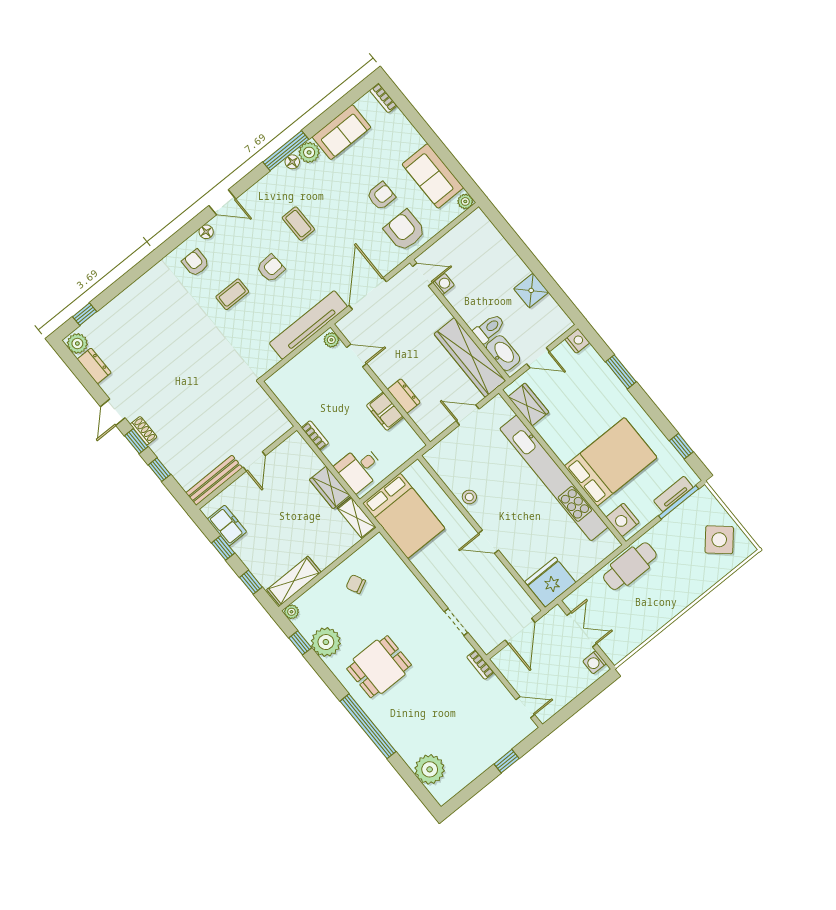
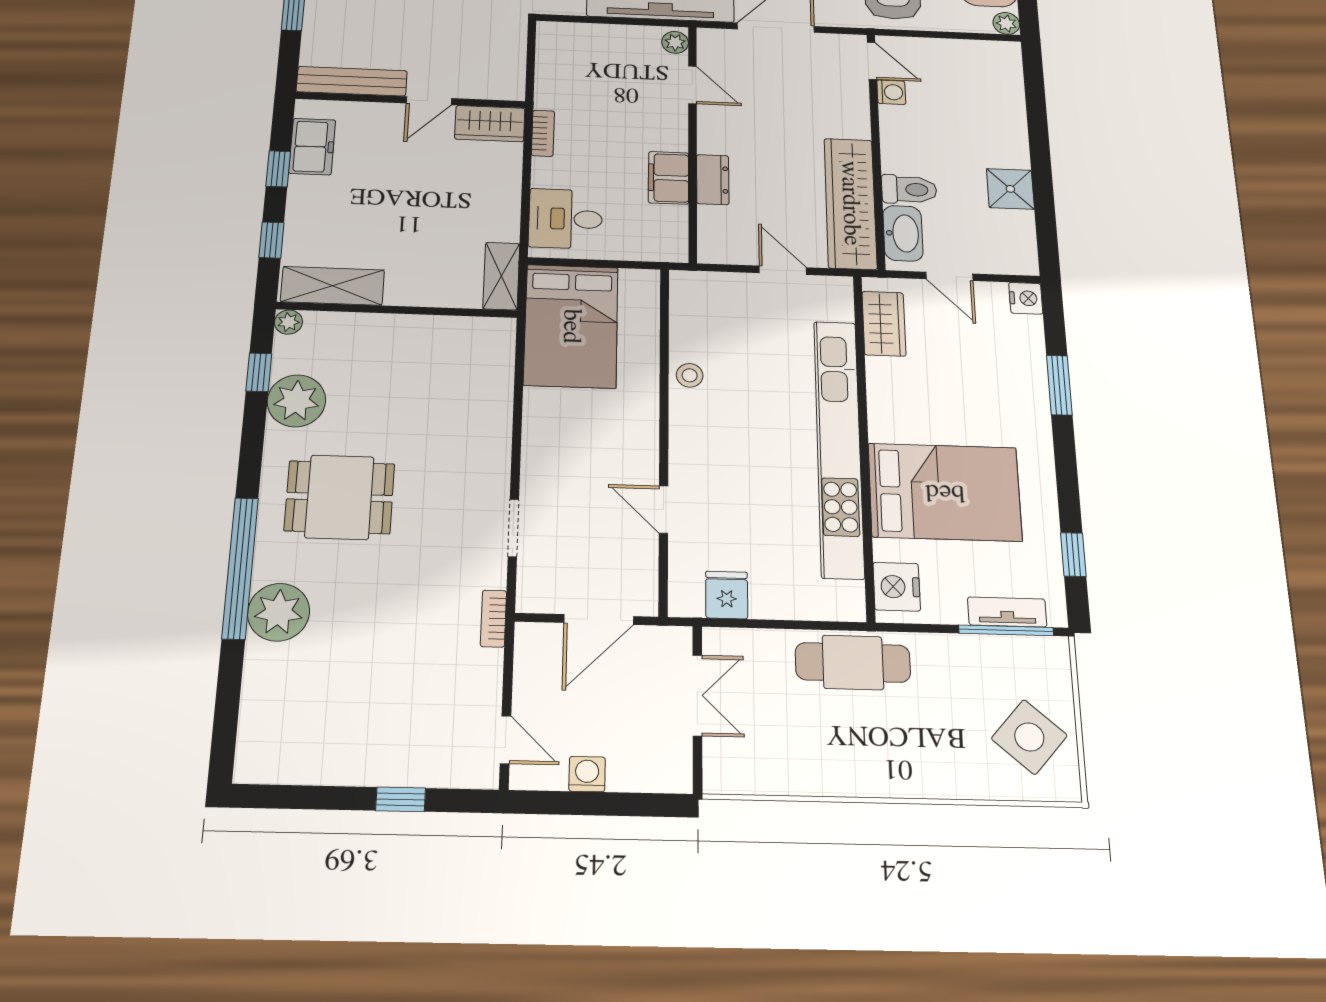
wardrobe: (330, 487) -> (490, 124), moved, turned -90
door: (489, 542) -> (664, 510), moved
fridge: (550, 582) -> (727, 595), width x0.53, depth x0.75
chair: (356, 584) -> (416, 359), removed
washing machine: (594, 662) -> (587, 774), moved, turned 90
plant: (430, 769) -> (279, 612), moved

